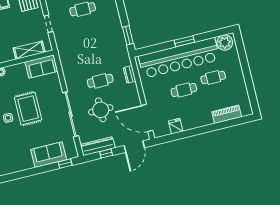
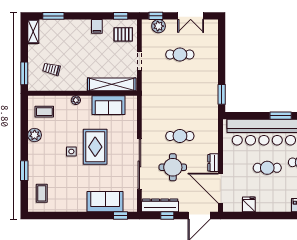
shelving: (29, 50) -> (112, 84), width x1.47
sofa: (41, 67) -> (108, 105), moved
dresser: (130, 74) -> (213, 163), moved

